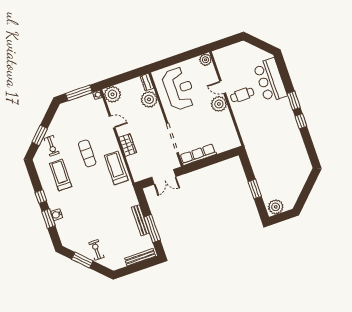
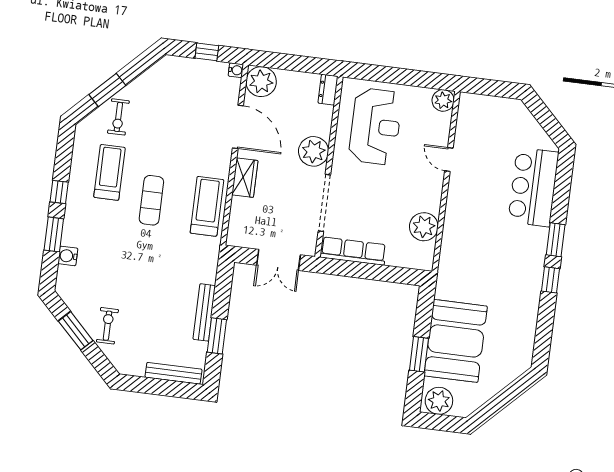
window: (79, 93) -> (207, 52), width x0.46
cafe table: (242, 95) -> (475, 189), removed
plant: (149, 99) -> (314, 151), moved
plant: (219, 104) -> (424, 227), moved
door: (112, 122) -> (238, 127), width x1.88
exercise mat: (87, 153) -> (151, 200), moved
booth: (269, 174) -> (456, 341), added
water cooler: (57, 215) -> (68, 256), moved
window: (152, 229) -> (217, 336), width x0.69

